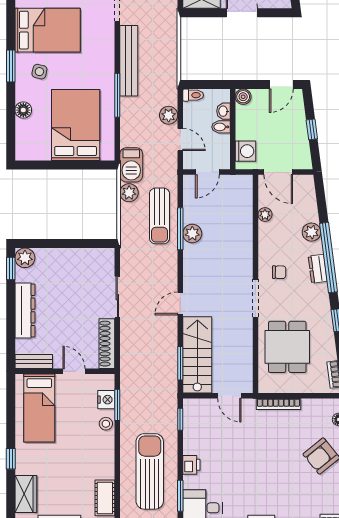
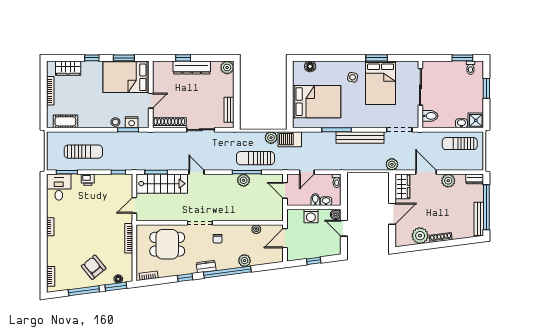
window: (11, 66) -> (377, 58), moved
door: (281, 85) -> (344, 228), moved
floor lamp: (23, 110) -> (310, 66), moved
plant: (169, 115) -> (392, 164), moved
washing machine: (245, 151) -> (311, 216), moved
window: (11, 269) -> (183, 58), moved
dresser: (318, 269) -> (206, 267), moved
bench: (34, 362) -> (229, 110), moved
bed: (39, 408) -> (126, 77), width x1.50
window: (11, 411) -> (124, 58), added
sun lounger: (150, 471) -> (83, 152), width x0.73, depth x0.75

